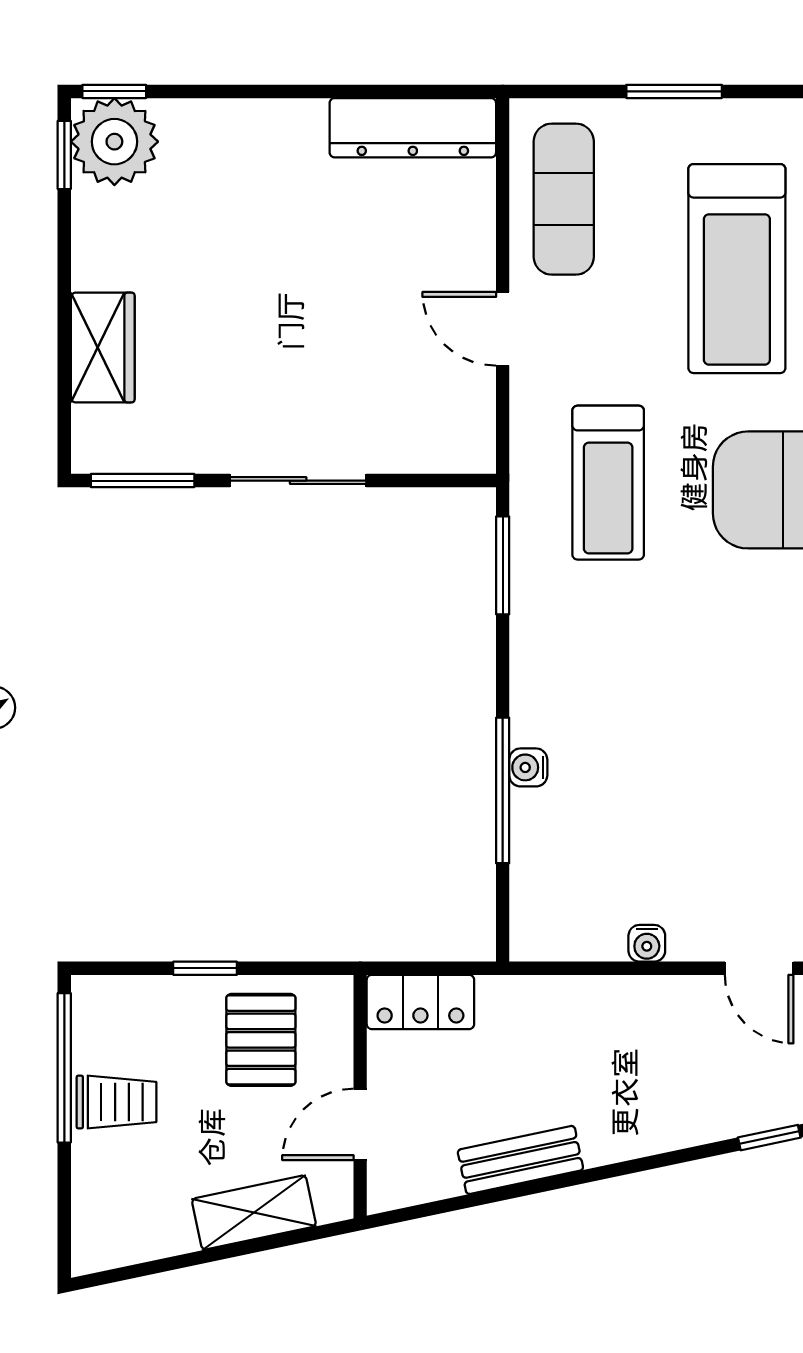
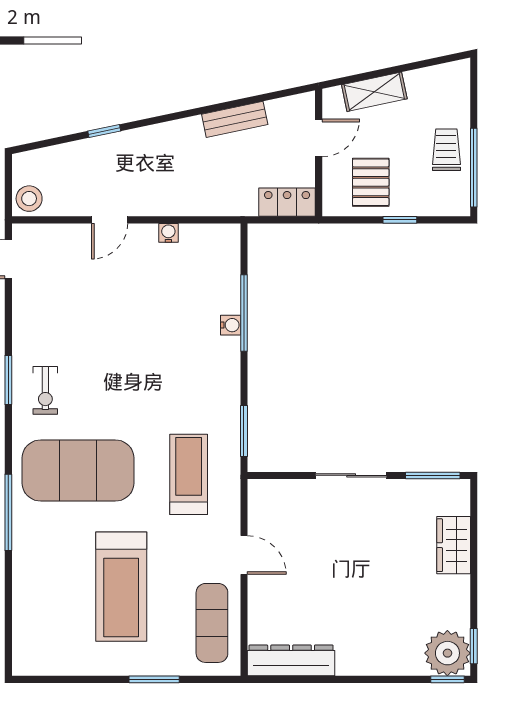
treadmill: (737, 269) -> (121, 587), turned 180
door: (759, 968) -> (110, 220), swing flipped
trolley: (116, 1102) -> (446, 150), turned 90

